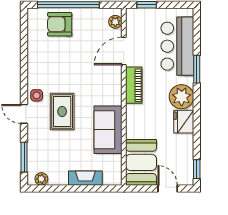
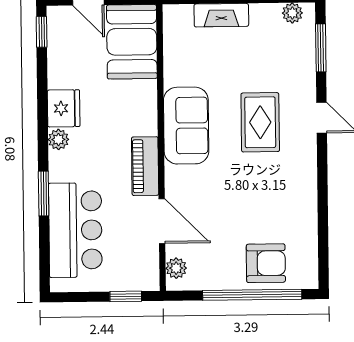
door: (124, 51) -> (162, 221), hinge flipped
side table: (37, 95) -> (302, 148), removed
plant: (182, 97) -> (58, 139), width x0.53, depth x0.53
sofa: (108, 130) -> (186, 126), moved

